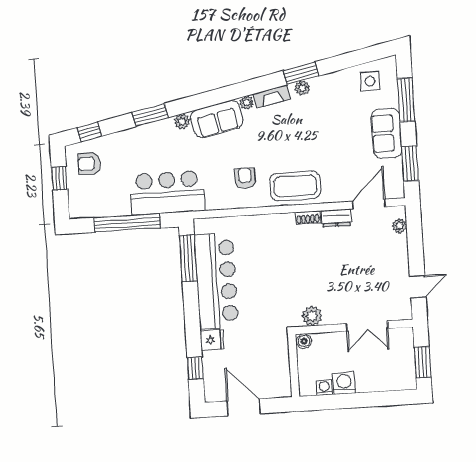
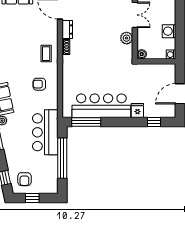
coffee table: (295, 186) -> (46, 54), width x0.54, depth x0.58
plant: (312, 316) -> (127, 38), moved
washing machine: (324, 387) -> (171, 55), moved

